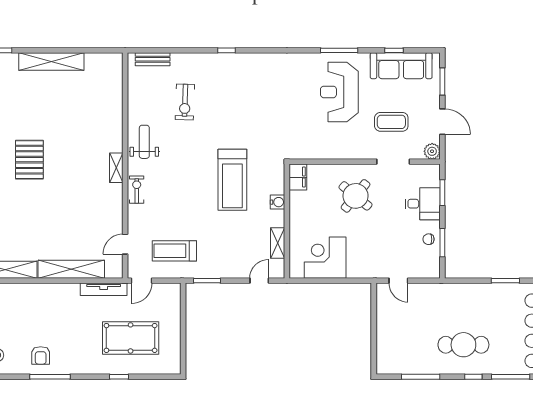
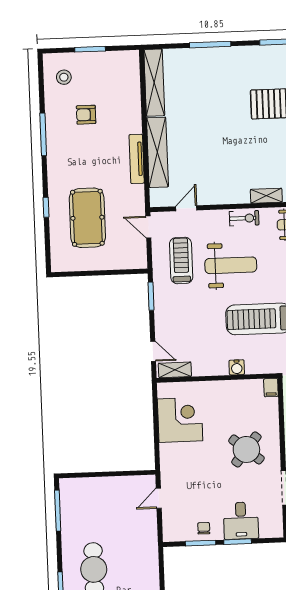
filing cabinet: (298, 177) -> (271, 388), width x0.50
window: (442, 193) -> (238, 542), moved
weight bench: (181, 204) -> (231, 265), added
shelving: (278, 243) -> (175, 370), moved
door: (125, 244) -> (186, 208), hinge flipped
tv unit: (104, 289) -> (137, 159), moved
armchair: (41, 355) -> (86, 115), moved
window: (421, 377) -> (58, 511), moved

